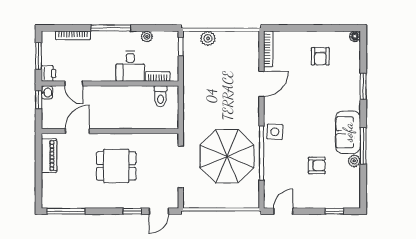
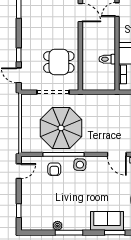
toilet: (161, 96) -> (107, 59), moved
sofa: (348, 132) -> (107, 221), moved
armchair: (317, 165) -> (54, 169), moved
dining table: (116, 166) -> (59, 62), moved, turned 90
door: (283, 211) -> (19, 171), hinge flipped

